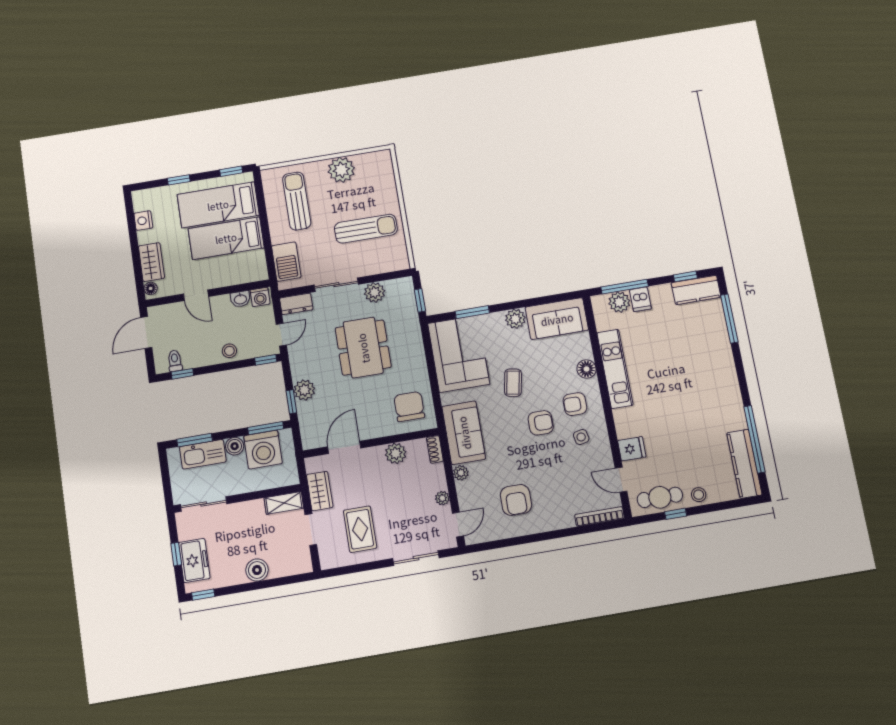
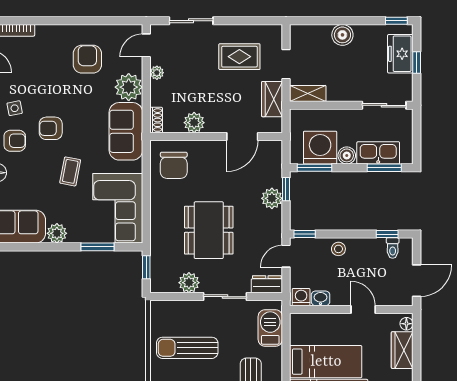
plant: (461, 473) -> (129, 87), width x1.88, depth x1.88
rug: (360, 529) -> (239, 57), turned 90

